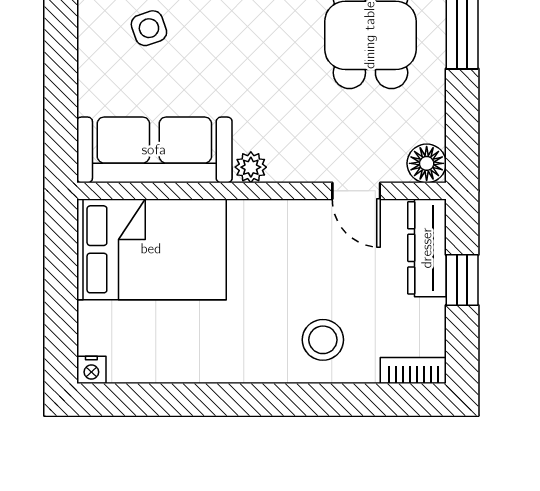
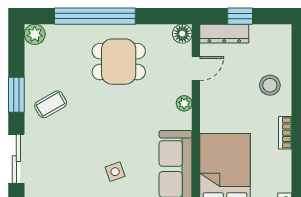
plant: (251, 167) -> (184, 103), moved
bookcase: (413, 370) -> (285, 133), moved

